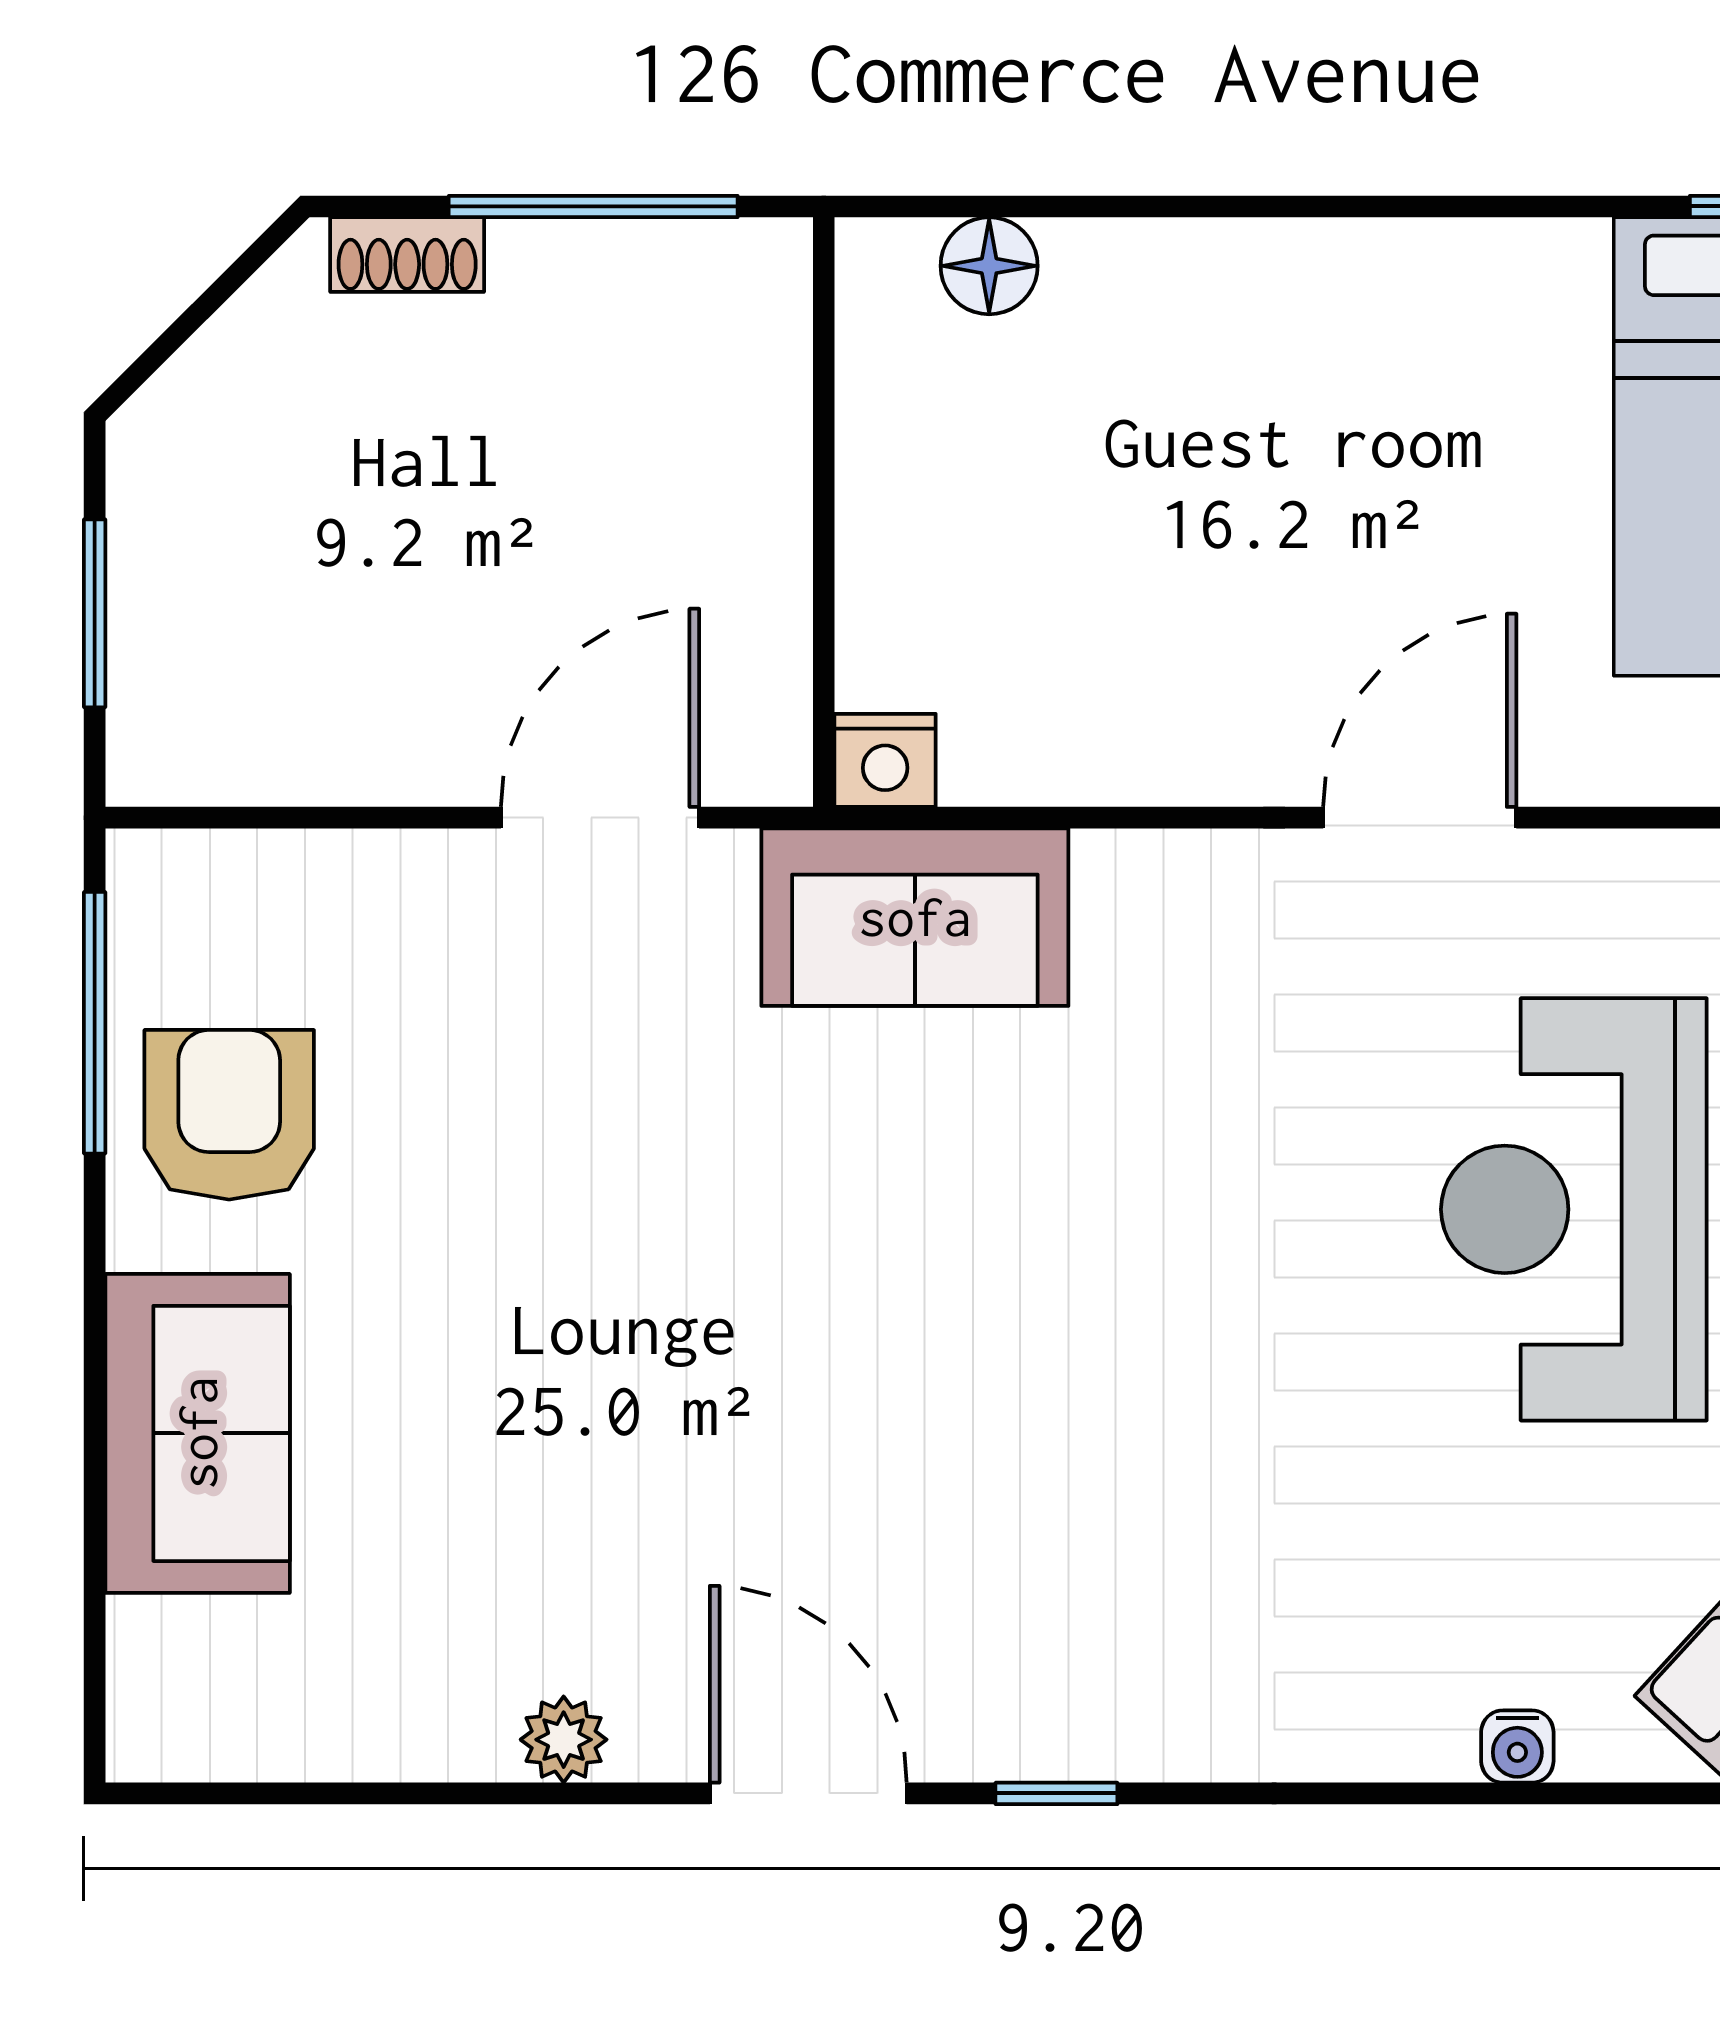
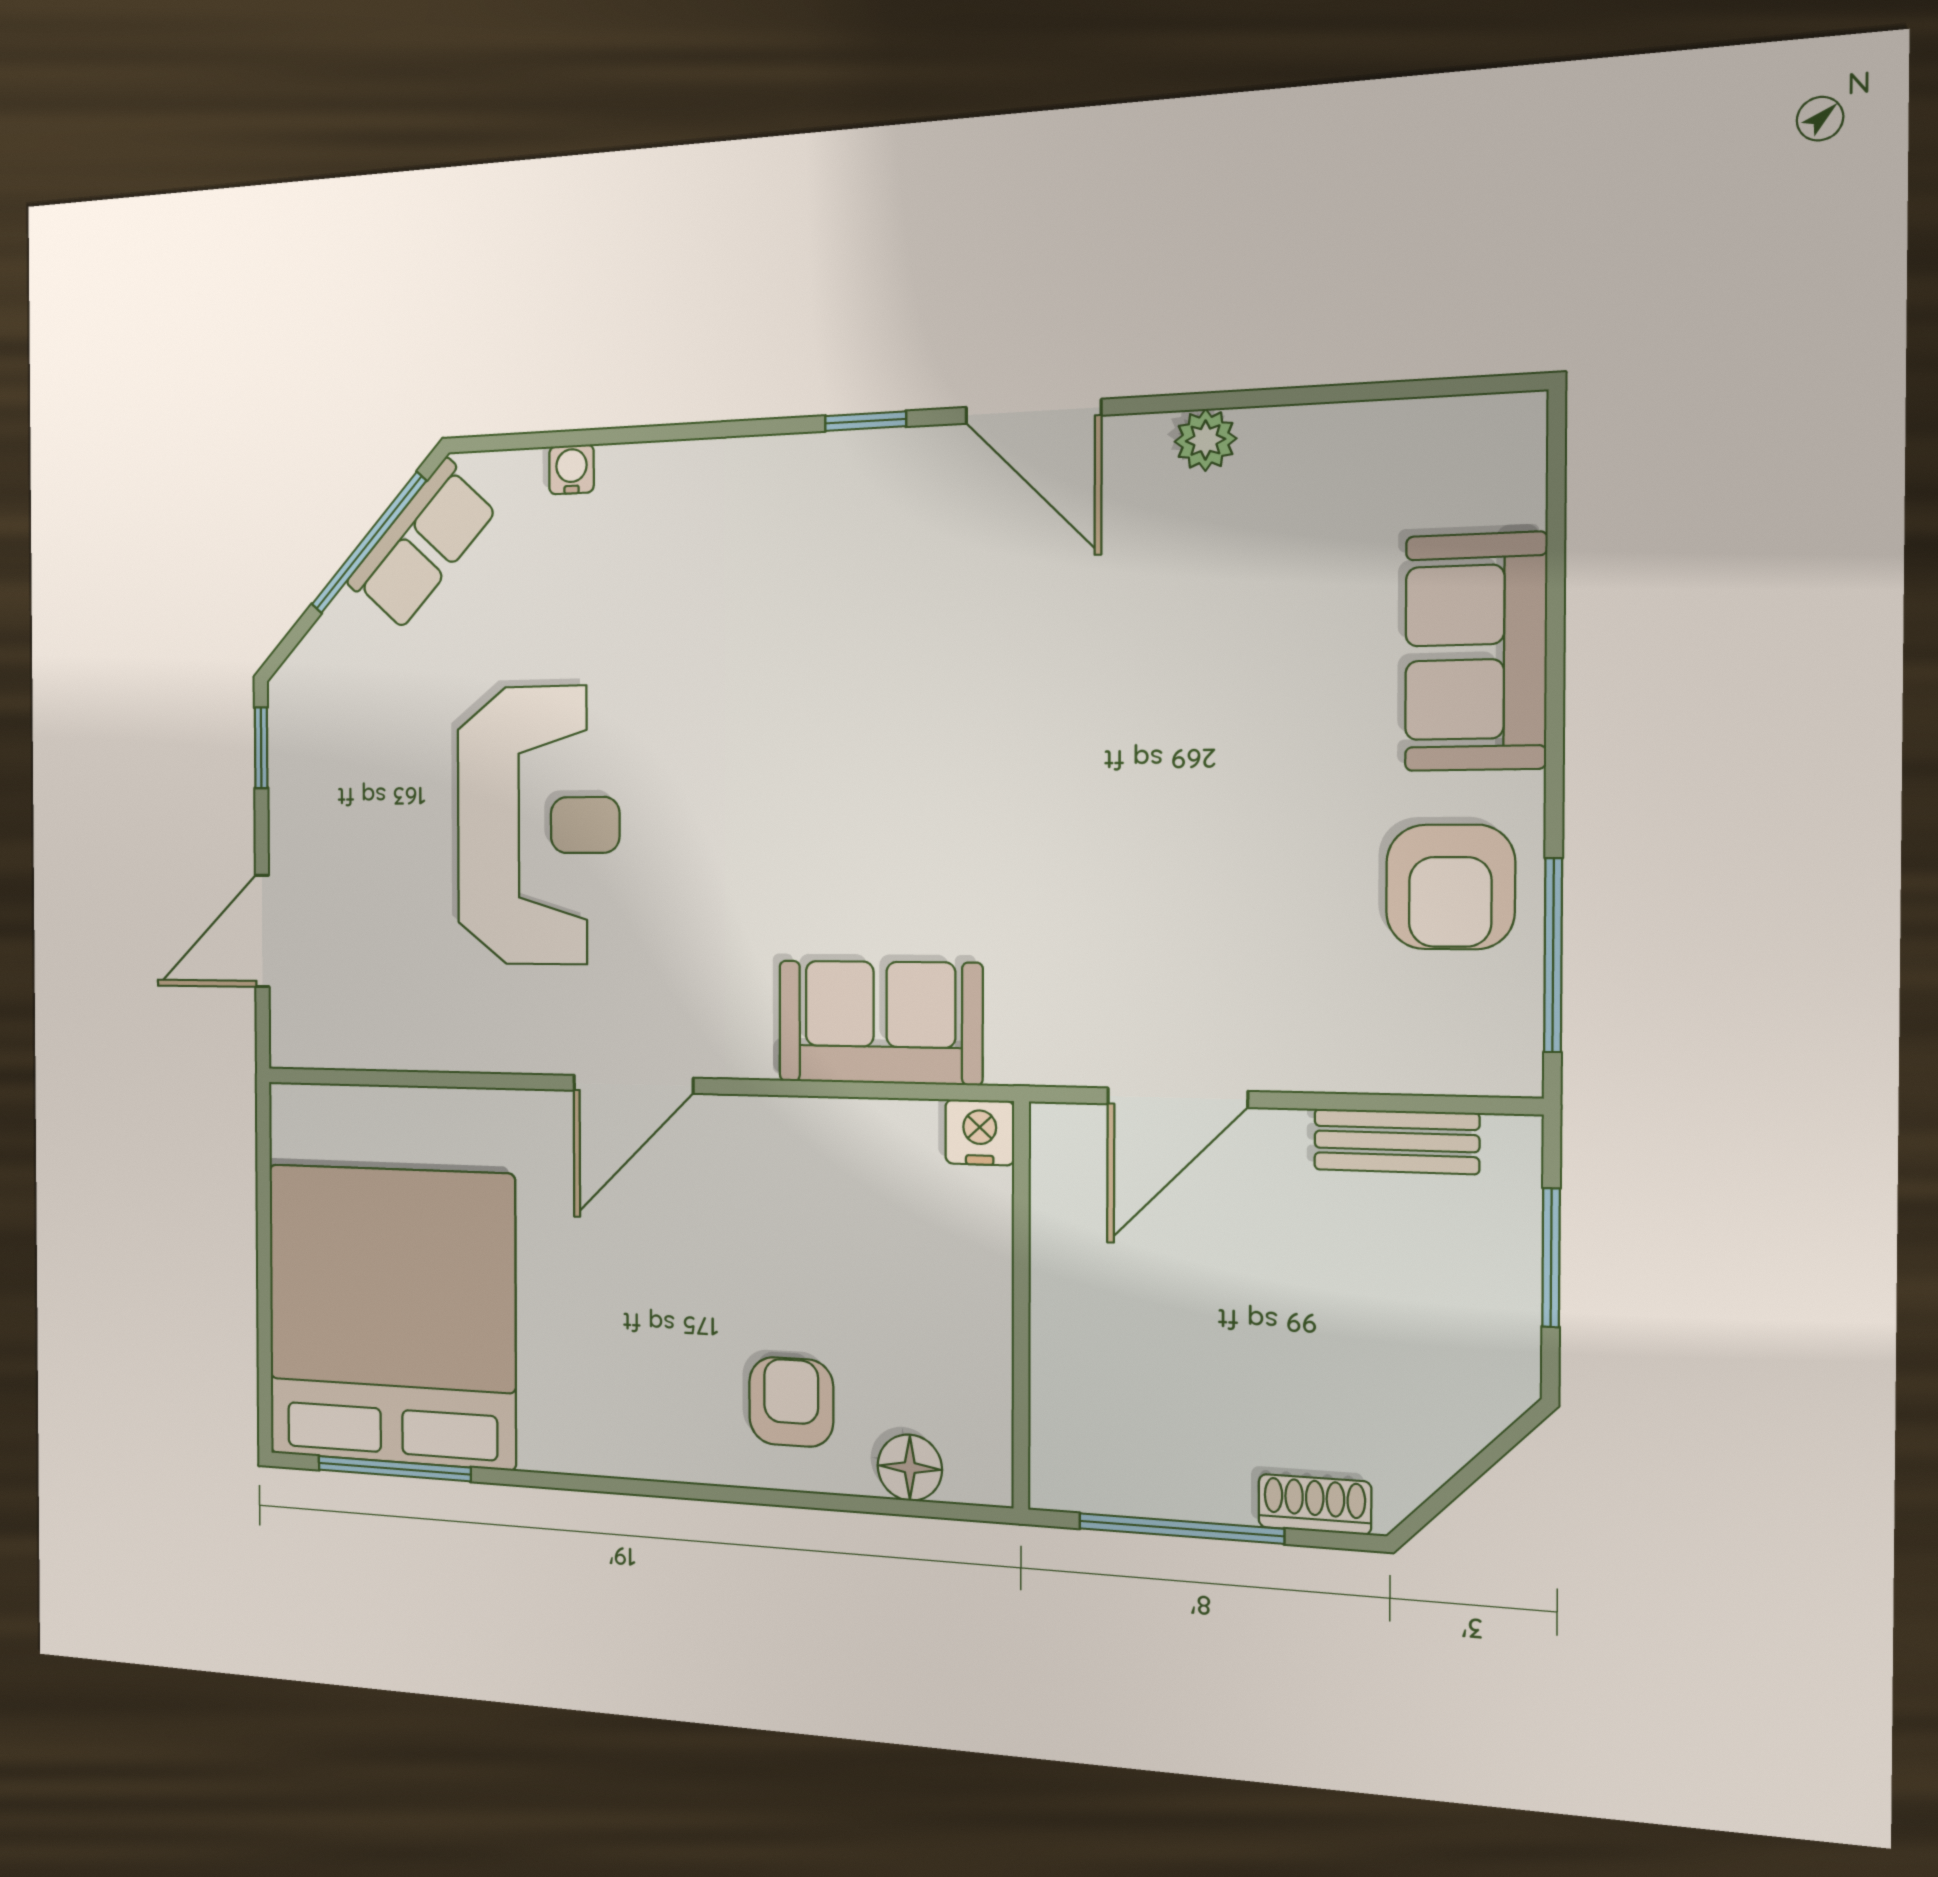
armchair: (1171, 351) -> (791, 1402), added
bench: (299, 765) -> (1396, 1141), added
sofa: (915, 917) -> (880, 1022), moved

